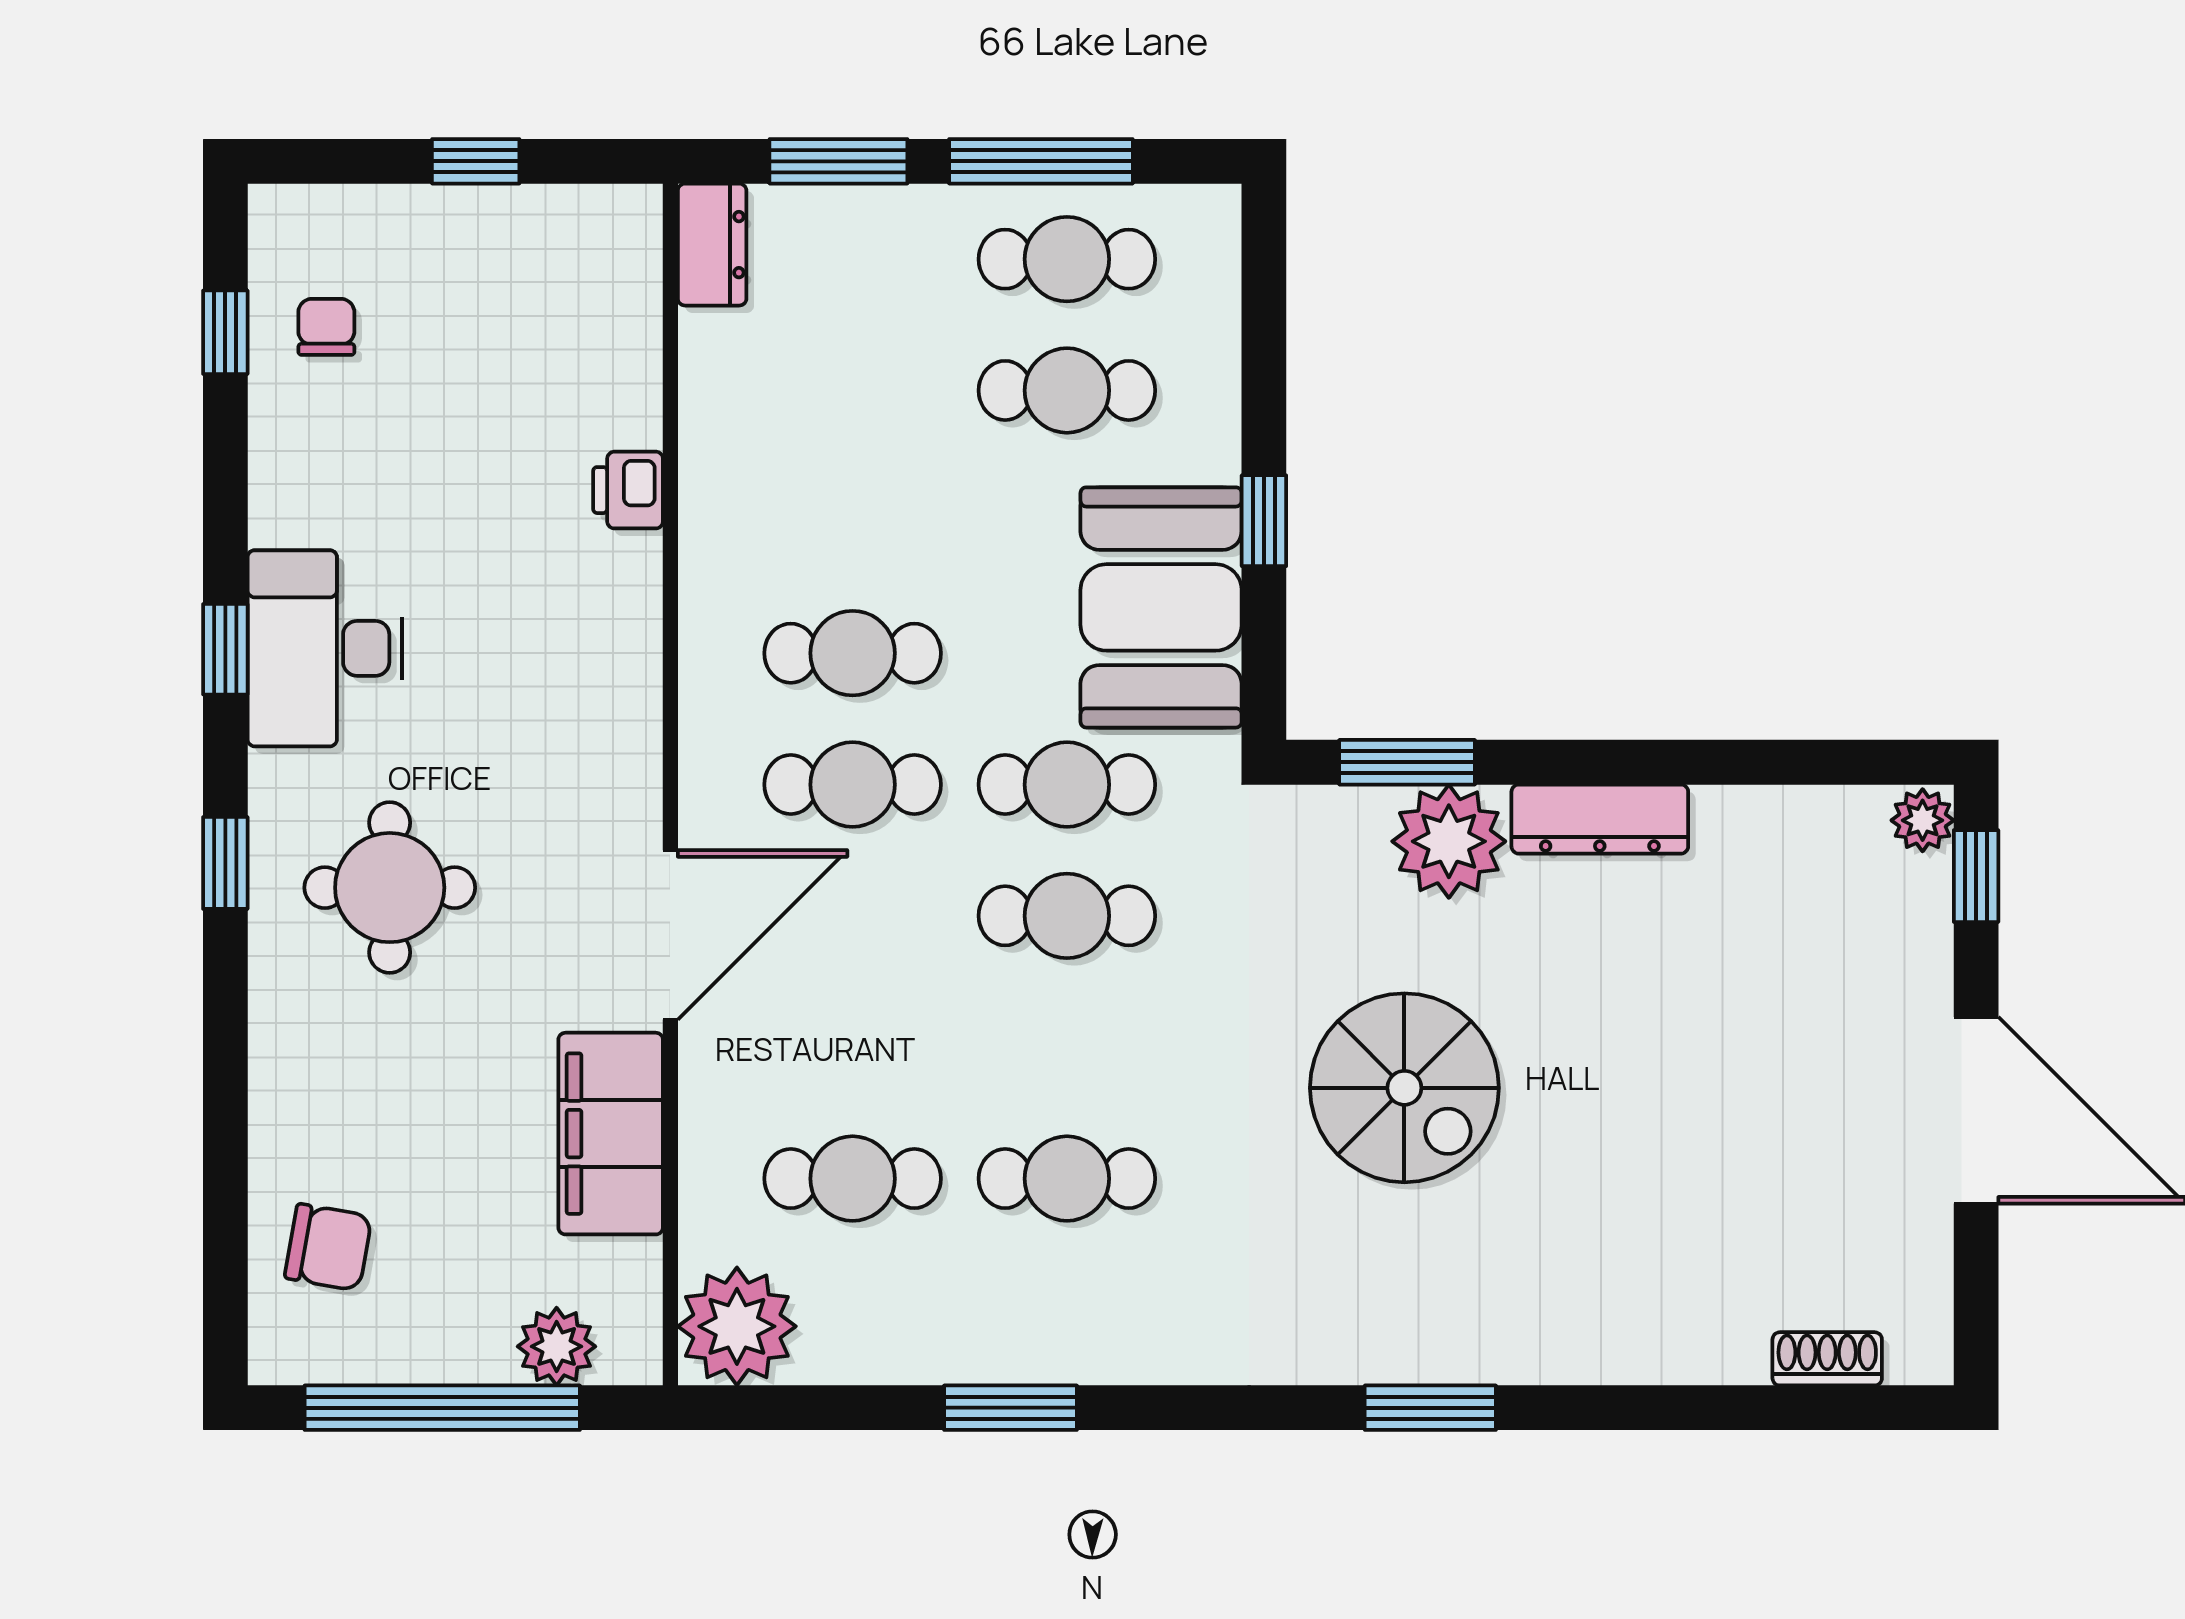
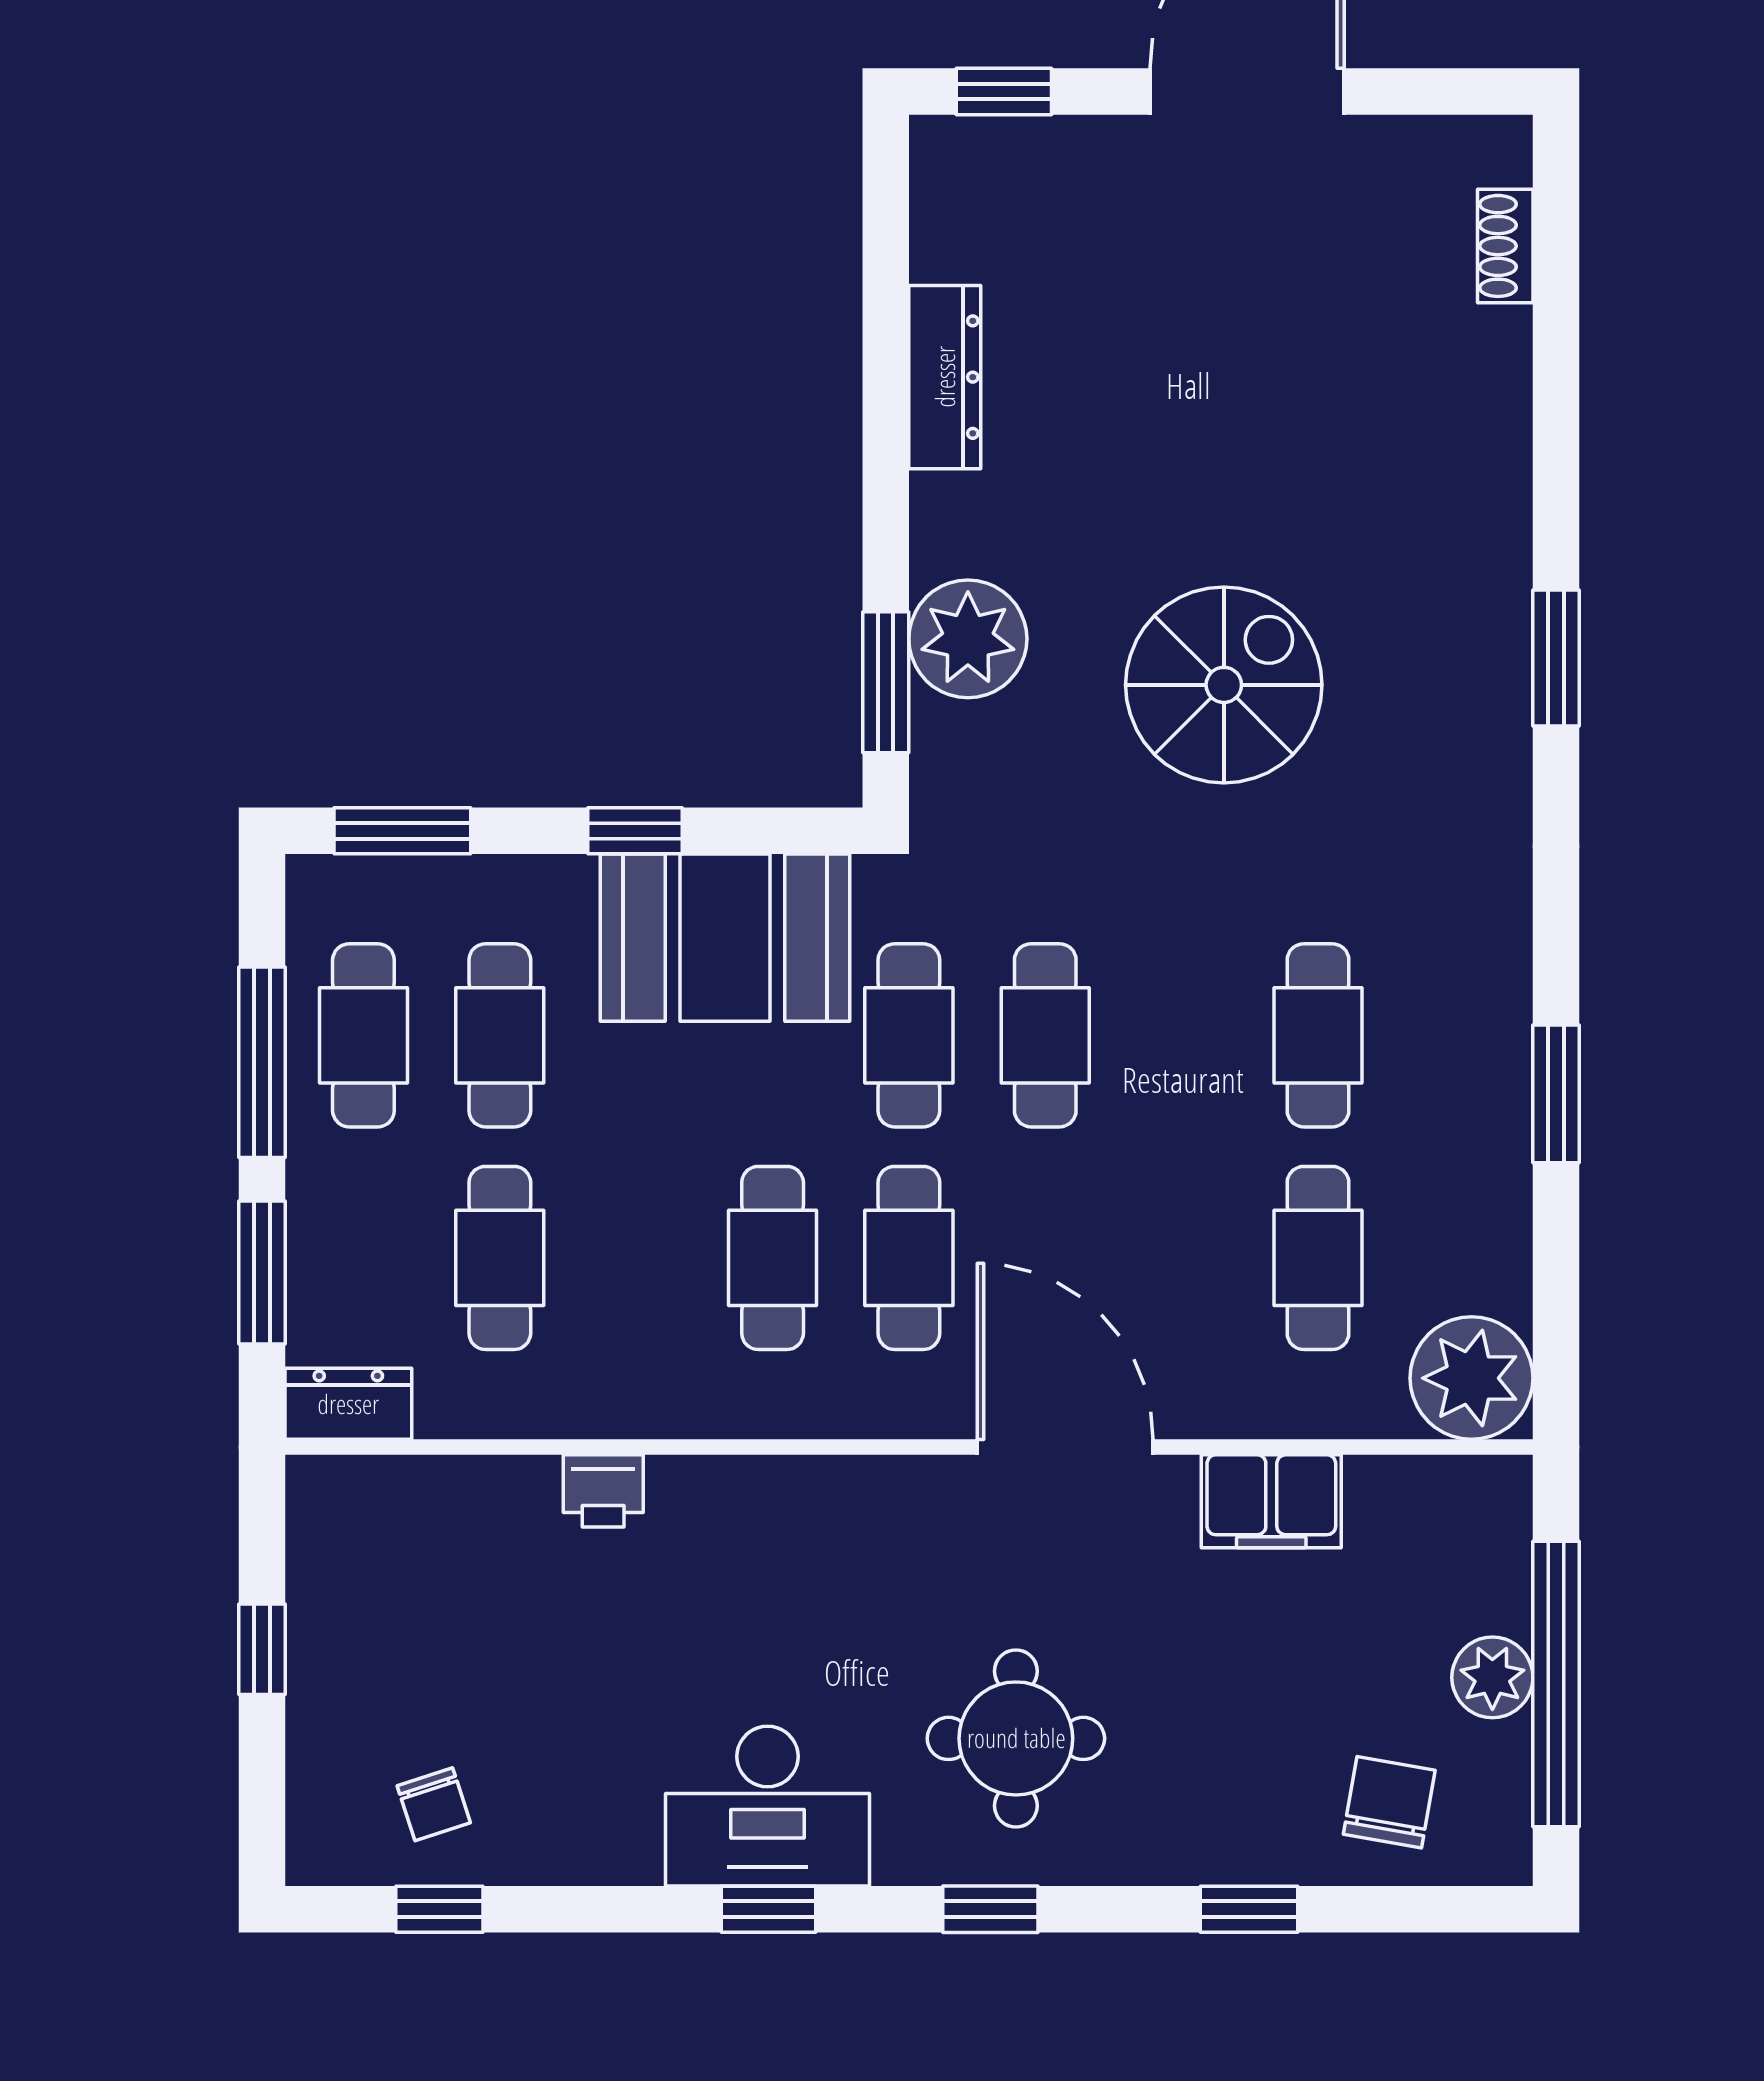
window: (1264, 297) -> (402, 831), added
chair: (326, 327) -> (434, 1804), turned -108
cafe table: (853, 390) -> (500, 1258), added
dresser: (1600, 819) -> (945, 377), moved
plant: (1923, 820) -> (946, 147), removed
window: (225, 1112) -> (1249, 1909), added
filing cabinet: (611, 1134) -> (1271, 1501), width x0.67, depth x0.86
plant: (557, 1346) -> (1492, 1677), moved

